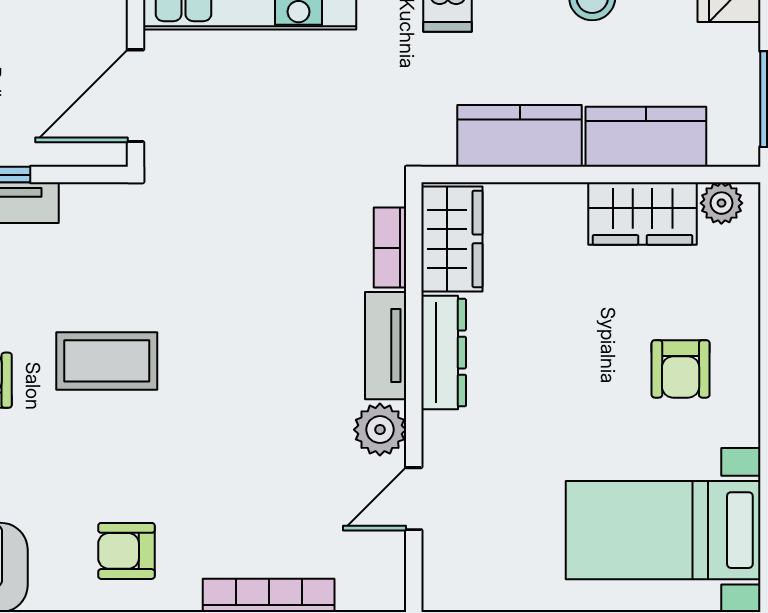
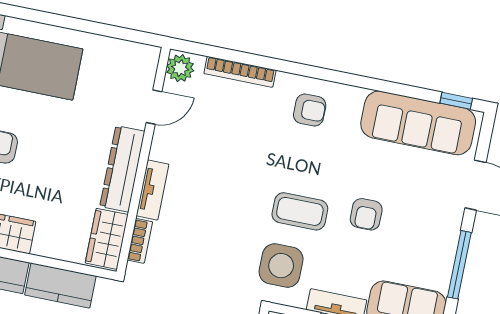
side table: (121, 254) -> (281, 266), added
dresser: (444, 353) -> (122, 169), width x1.37, depth x1.24
plant: (380, 430) -> (180, 68), moved

